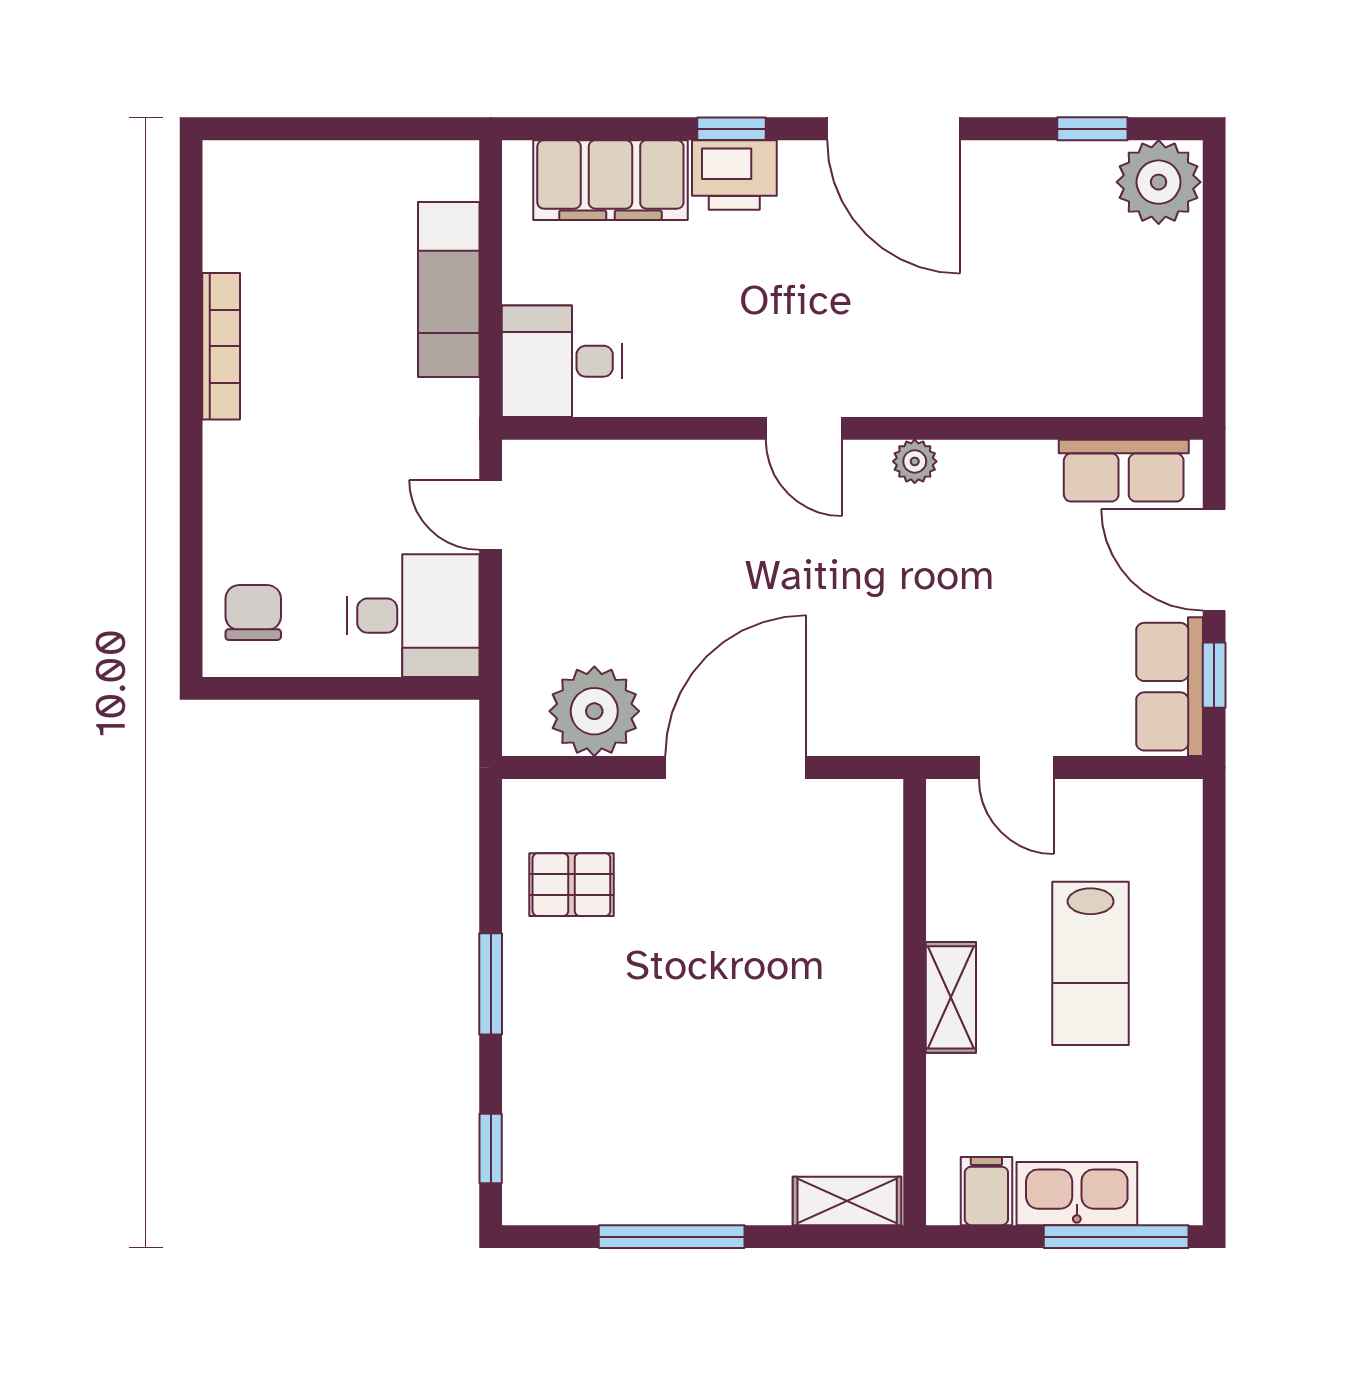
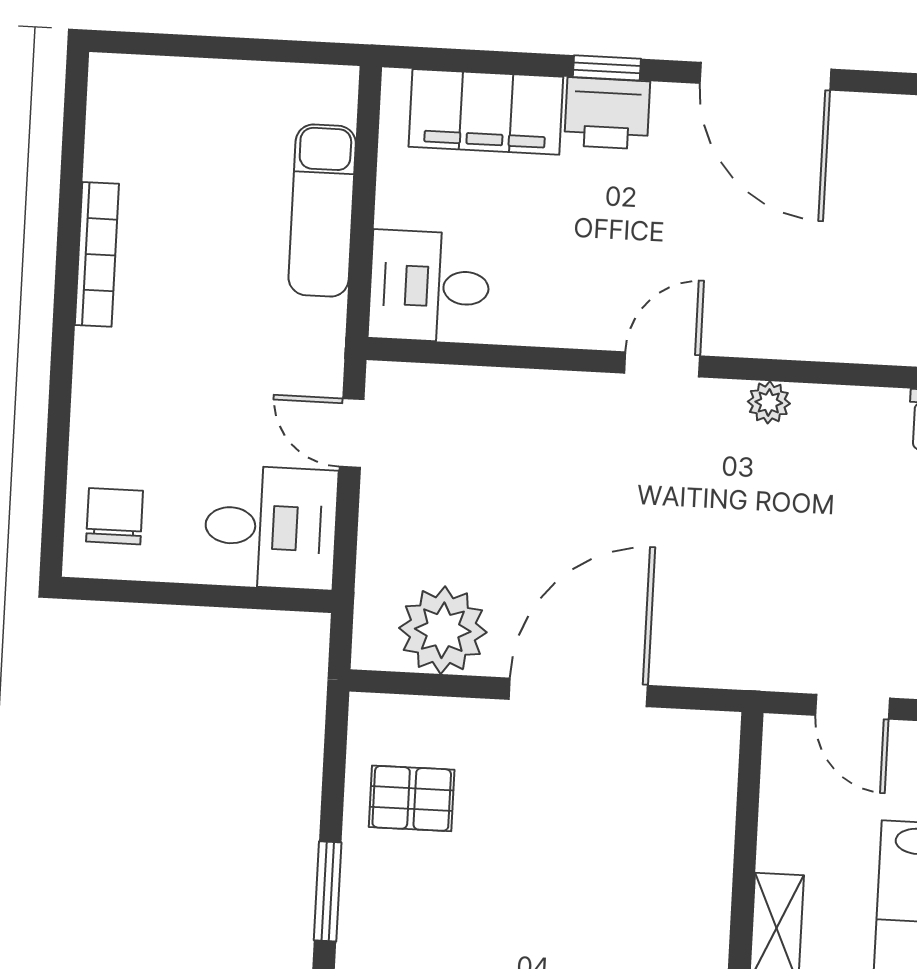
door: (804, 428) -> (662, 364), swing flipped

